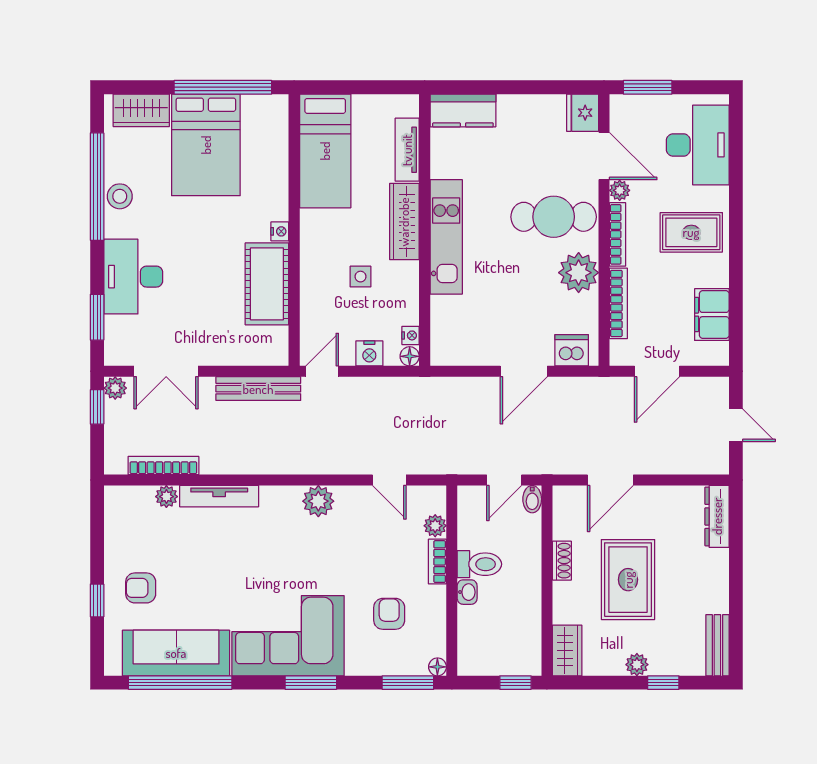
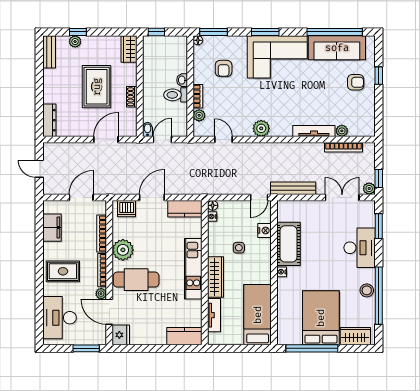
kitchen counter: (462, 350) -> (185, 209), added
nightstand: (369, 353) -> (265, 230), moved, turned 90
plant: (637, 665) -> (75, 42), moved

